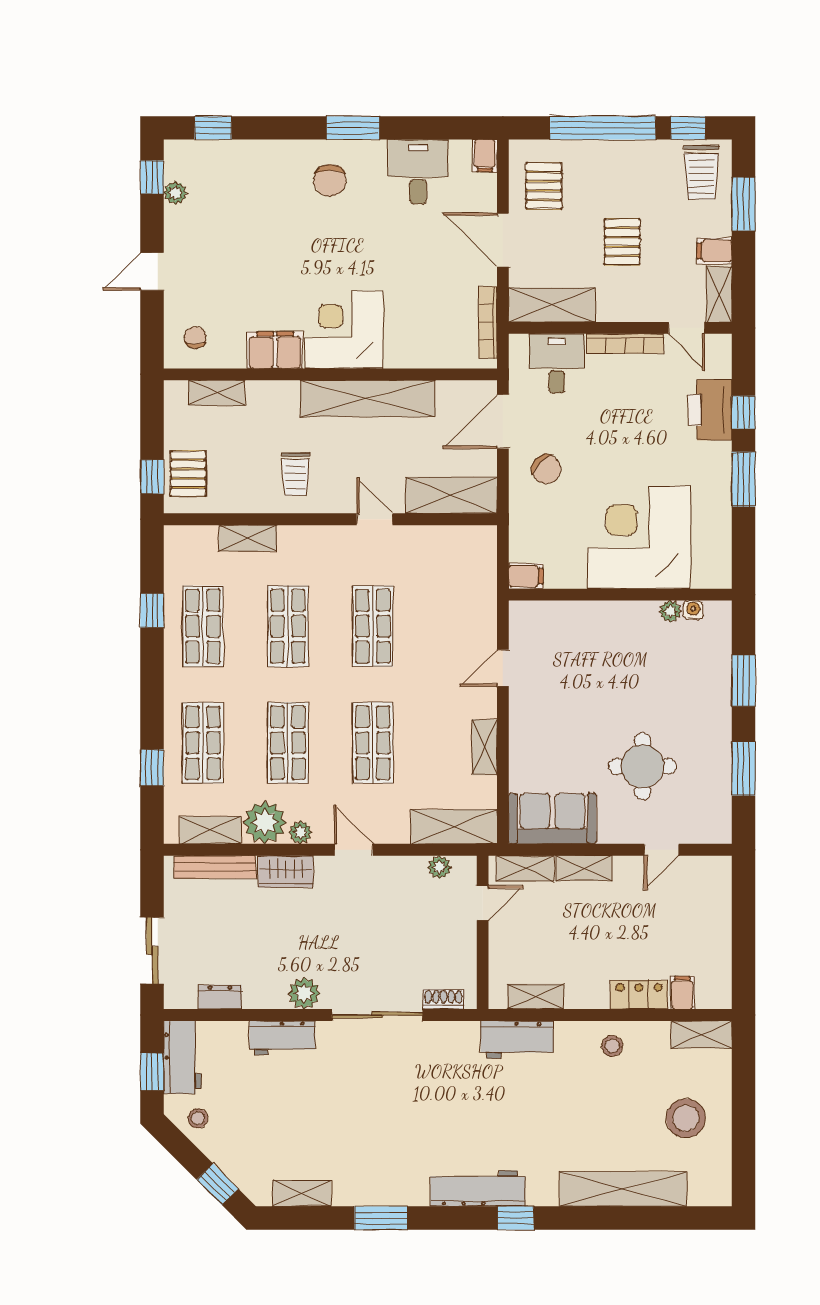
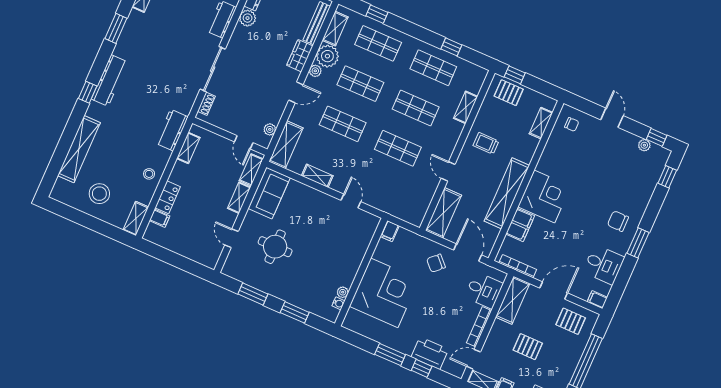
filing cabinet: (275, 350) -> (520, 225), moved
door: (375, 519) -> (448, 171), swing flipped
plant: (304, 993) -> (248, 18), moved

